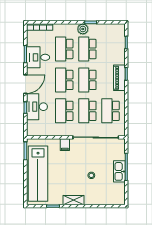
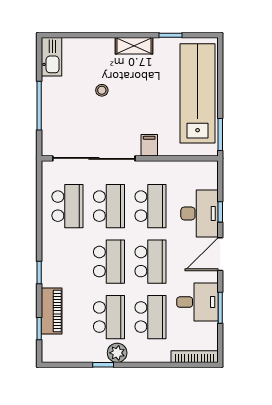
piano: (119, 78) -> (52, 311), moved
kitchen sink: (119, 171) -> (51, 57), moved

